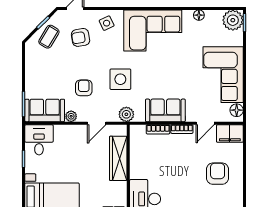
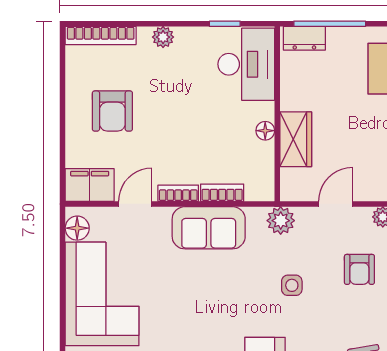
side table: (120, 79) -> (292, 285), width x0.54, depth x0.54
wardrobe: (118, 158) -> (296, 139), width x0.67
floor lamp: (135, 163) -> (265, 131), added

